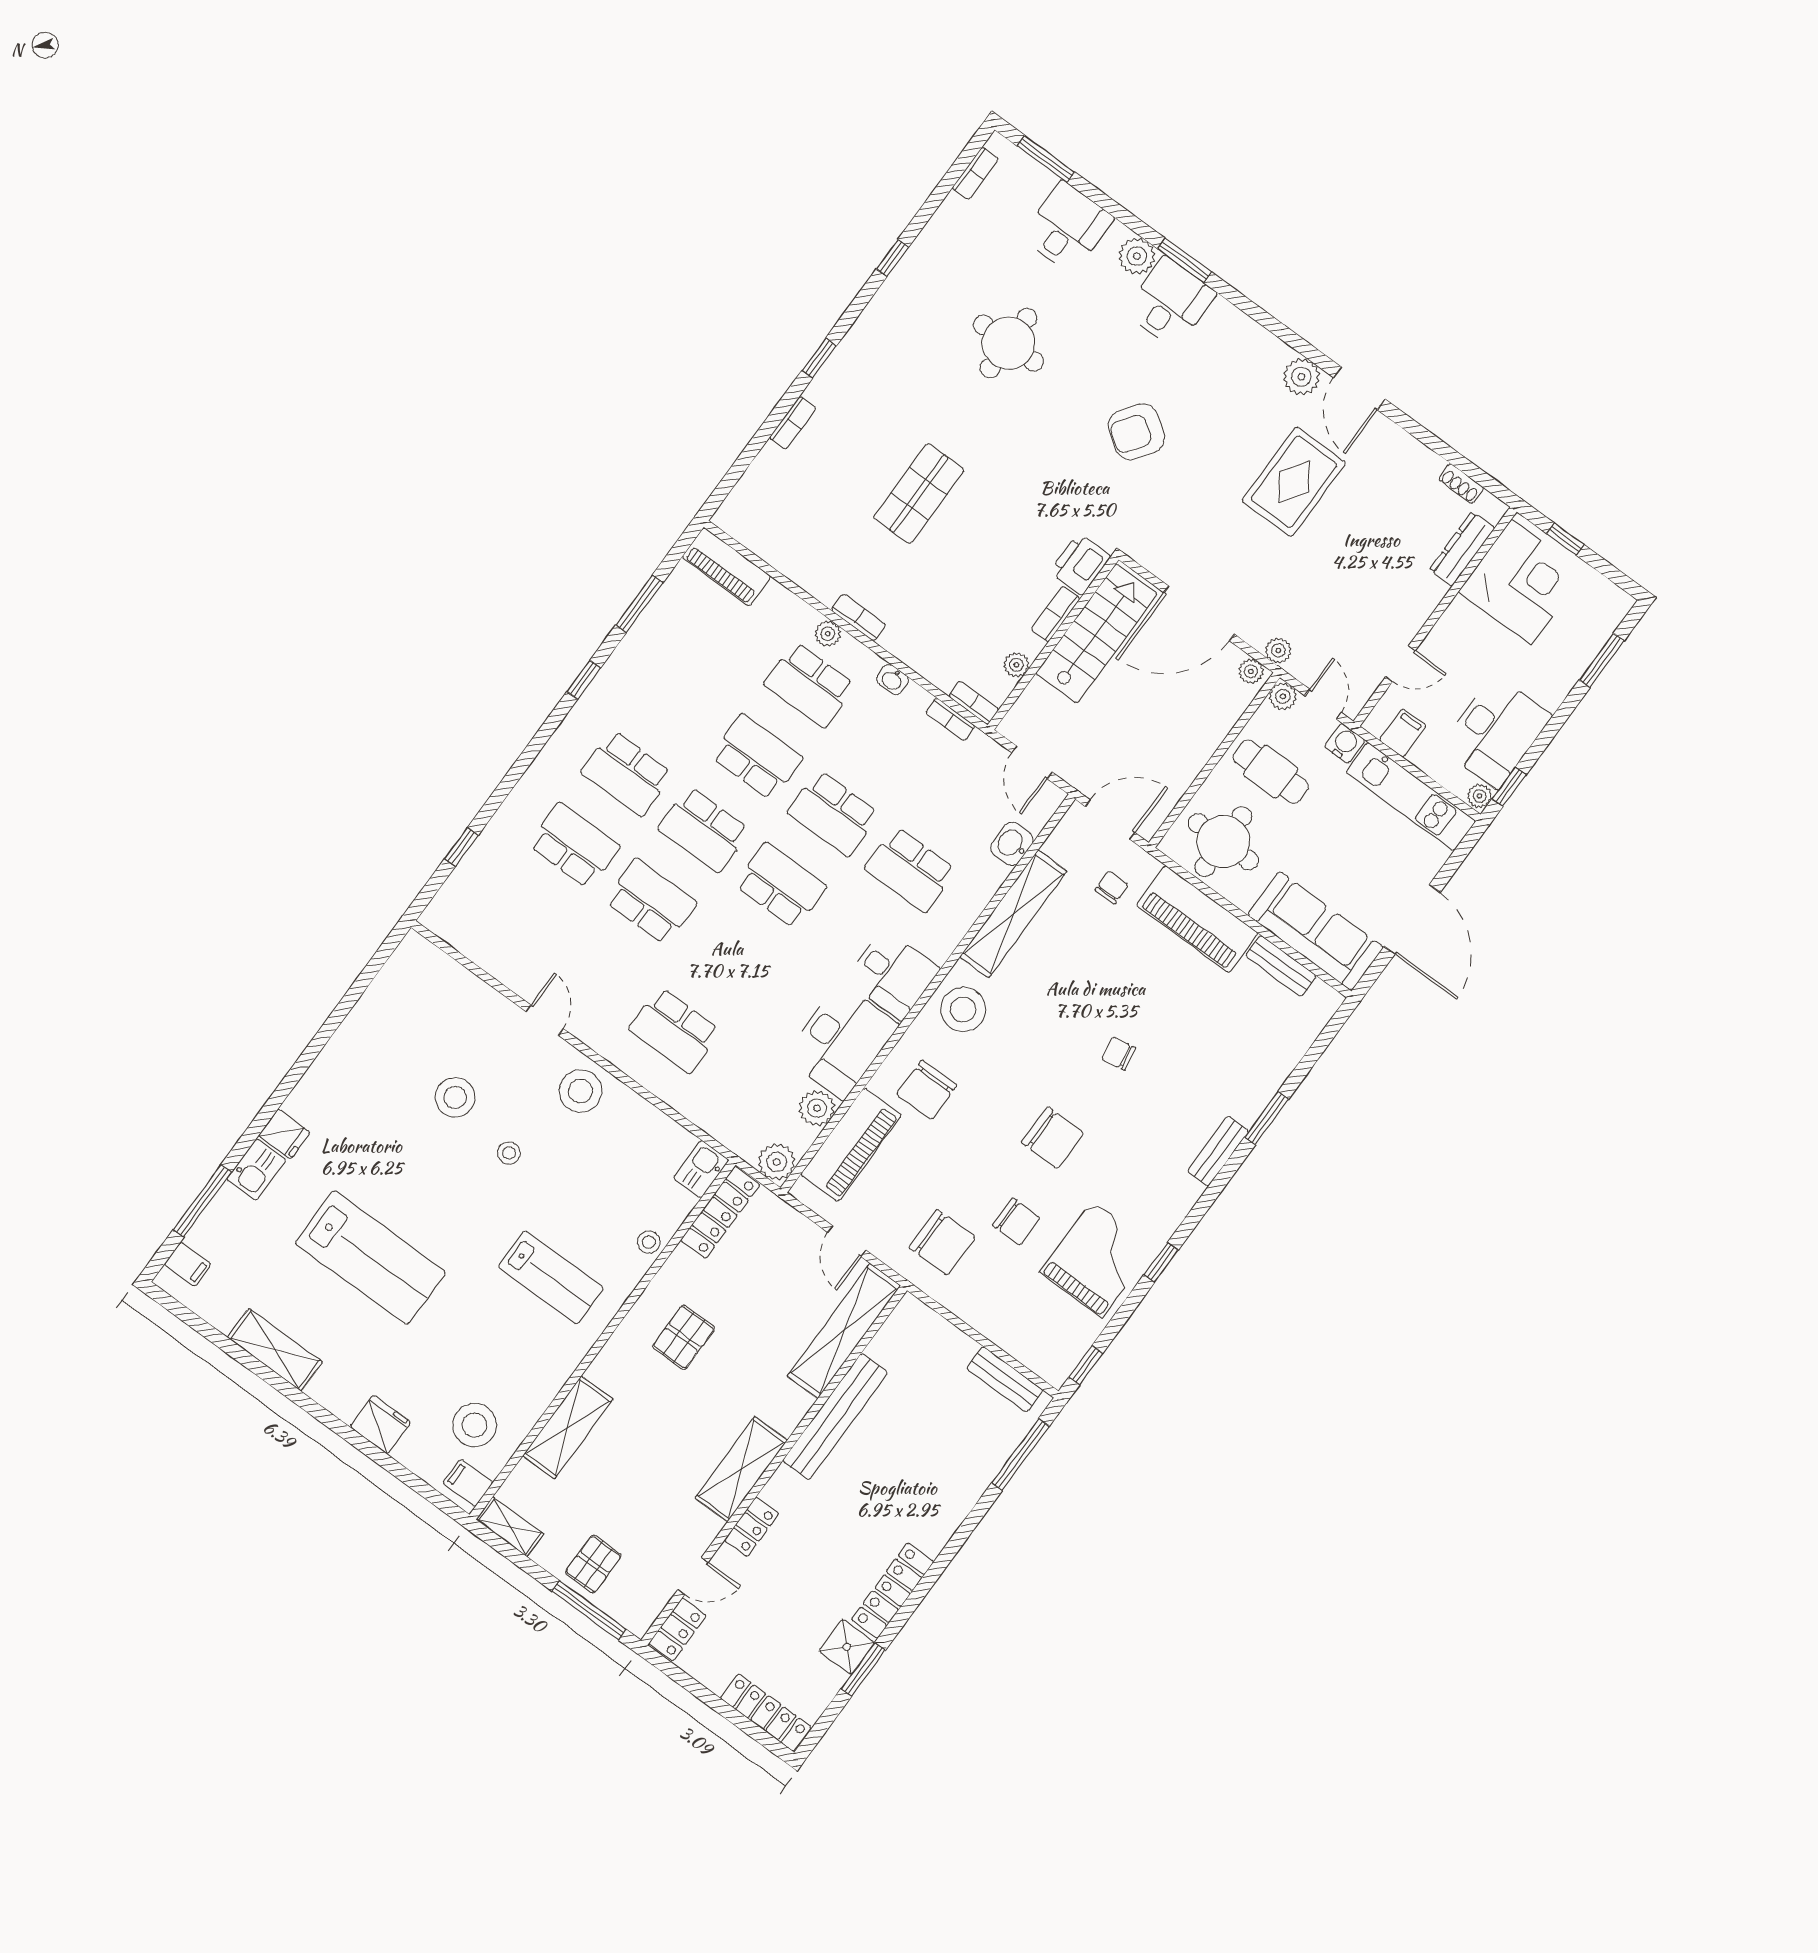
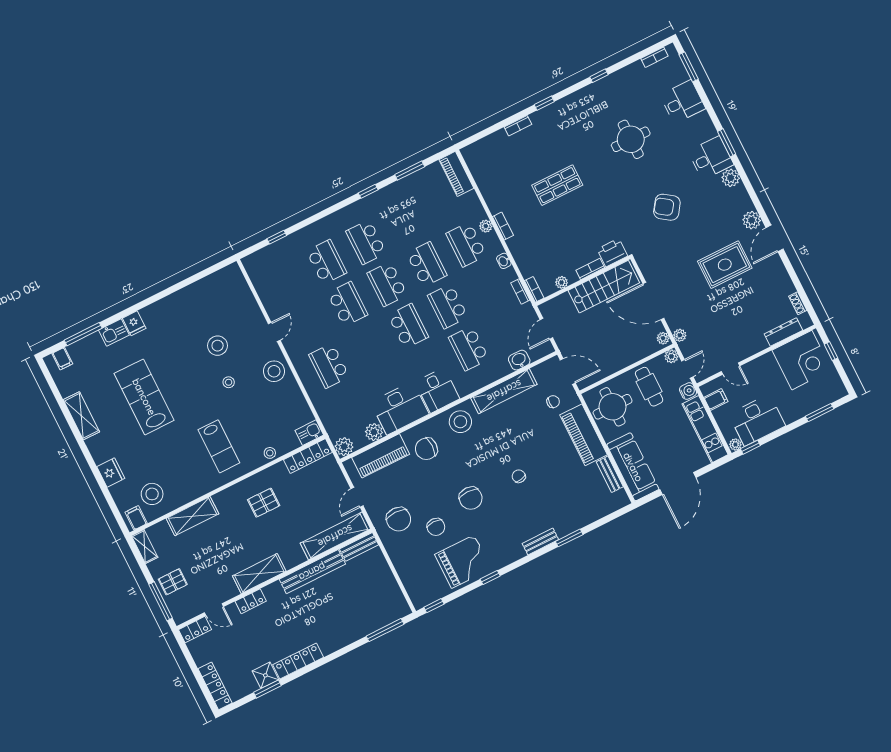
plant: (1137, 256) -> (731, 178), moved
lab bench: (370, 1258) -> (144, 397), turned 180
bench: (1005, 1379) -> (359, 547), moved, turned 90

